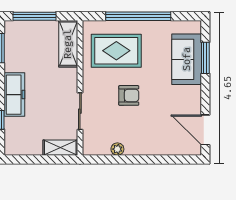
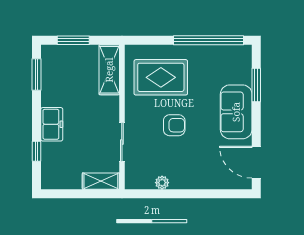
window: (35, 16) -> (73, 40), width x0.69
window: (138, 16) -> (208, 40), moved
sofa: (187, 59) -> (236, 112), moved
freezer: (14, 95) -> (52, 124), width x0.71

